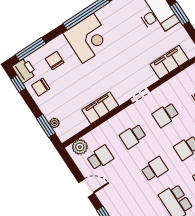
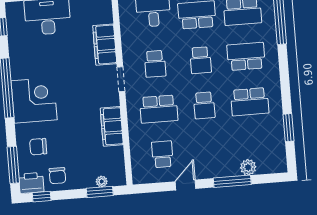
filing cabinet: (169, 62) -> (105, 45), moved
school desk: (133, 136) -> (159, 109), width x1.85
plant: (80, 147) -> (140, 169), removed
school desk: (154, 169) -> (204, 105), turned 180

